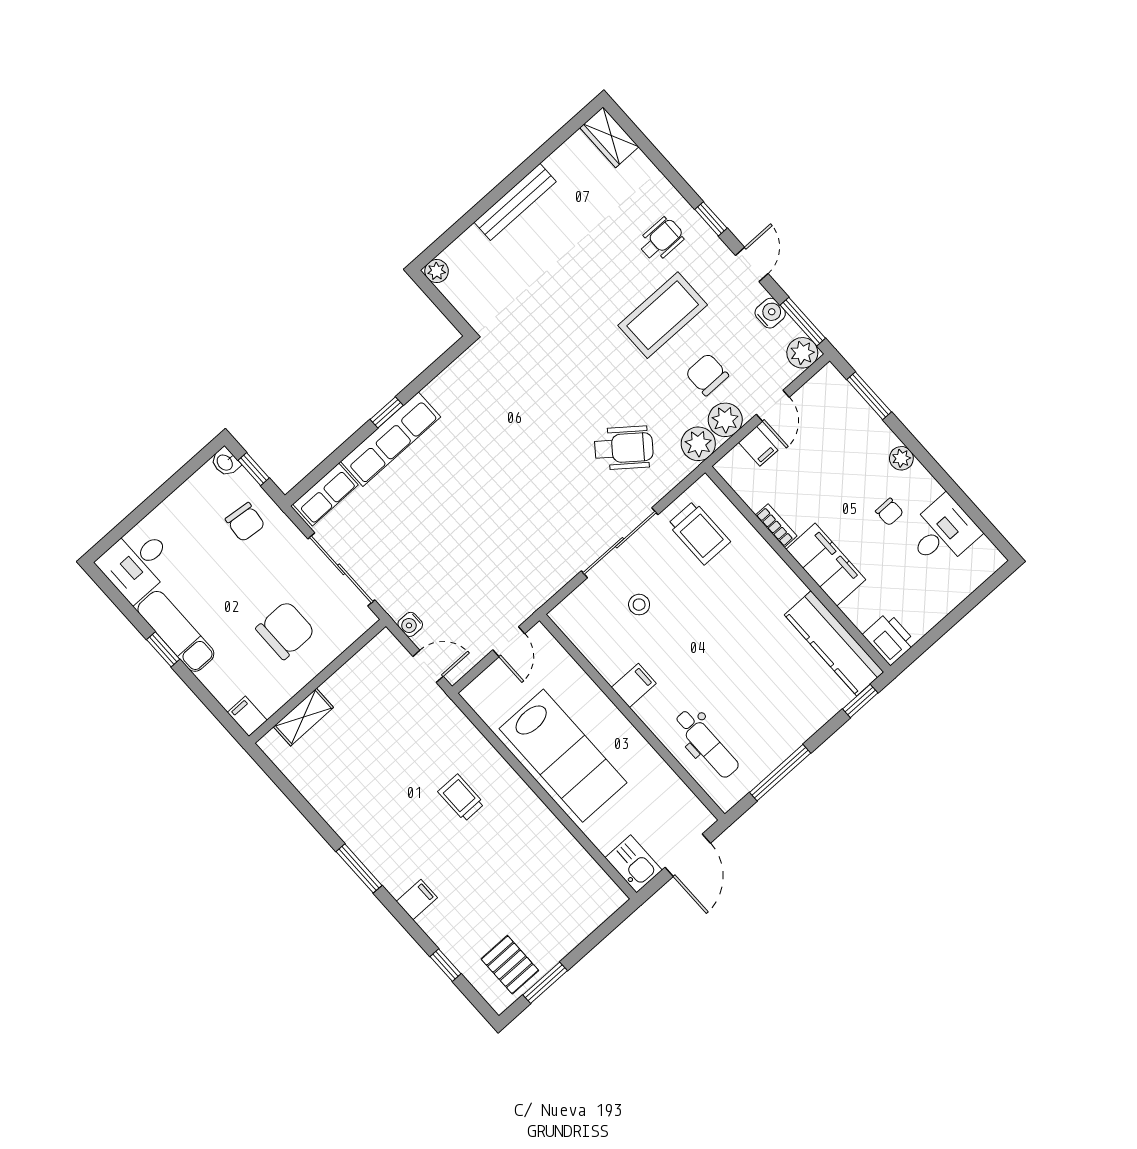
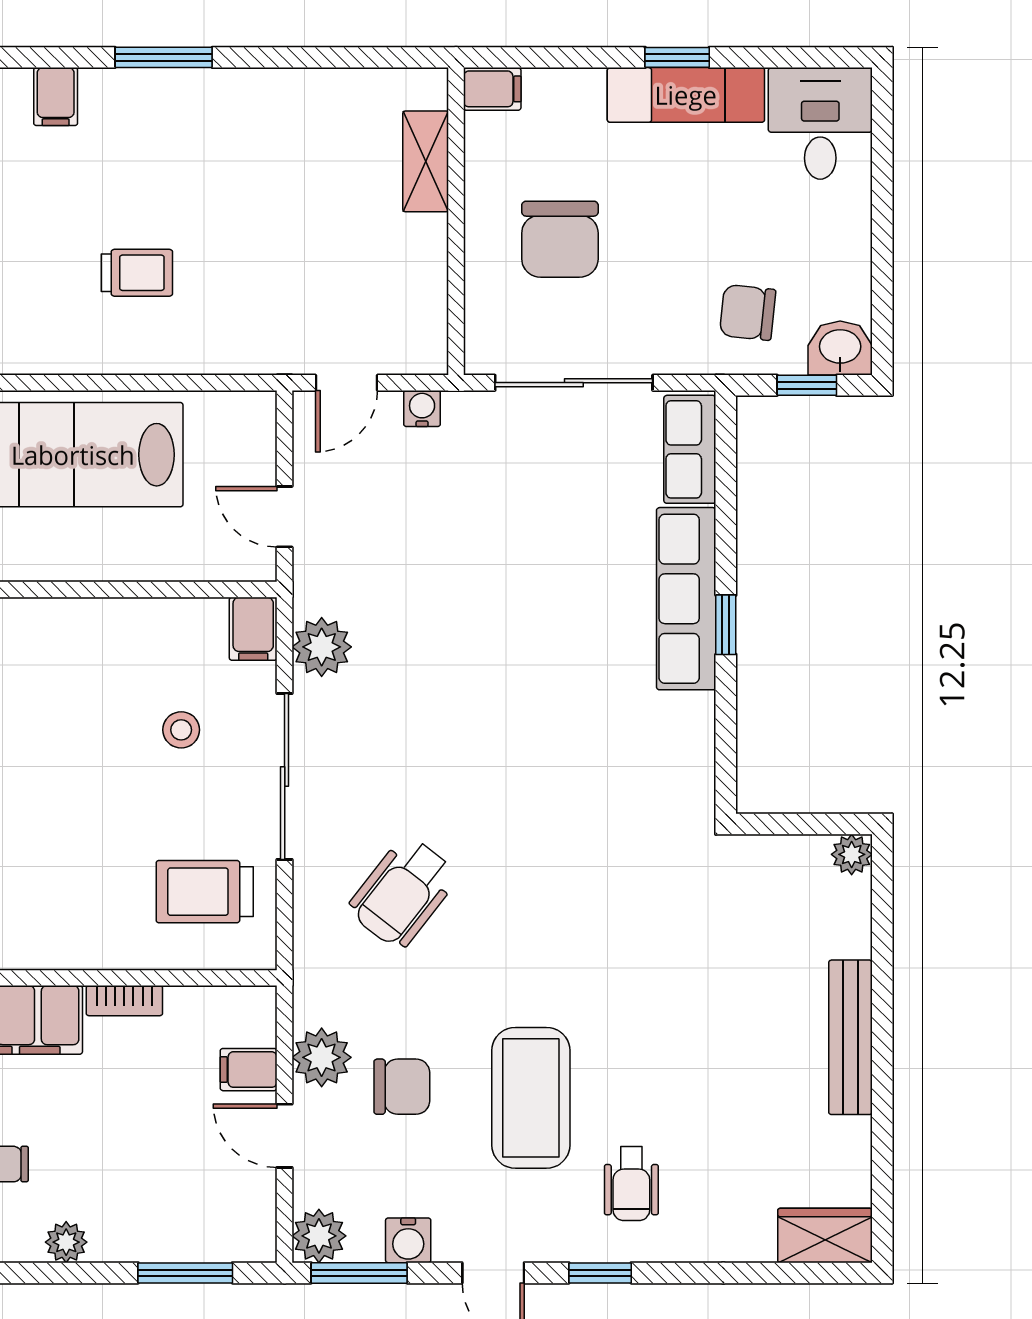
plant: (698, 444) -> (322, 647), moved
washbasin: (225, 462) -> (840, 348), width x1.38, depth x1.45
filing cabinet: (634, 685) -> (253, 629), moved

